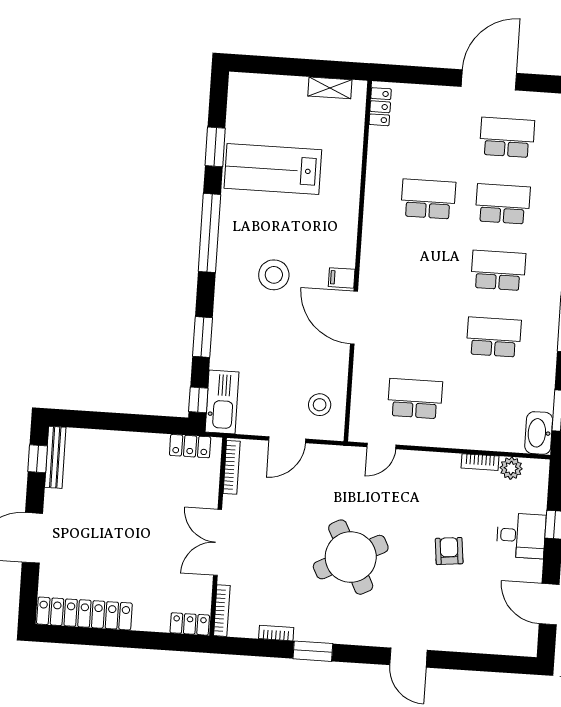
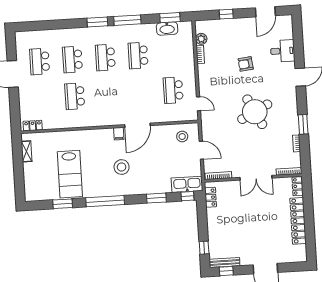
window: (90, 420) -> (204, 248), added
washbasin: (539, 433) -> (167, 28), moved
desk: (521, 536) -> (283, 51), moved, turned 90
locker: (84, 614) -> (298, 221), moved

